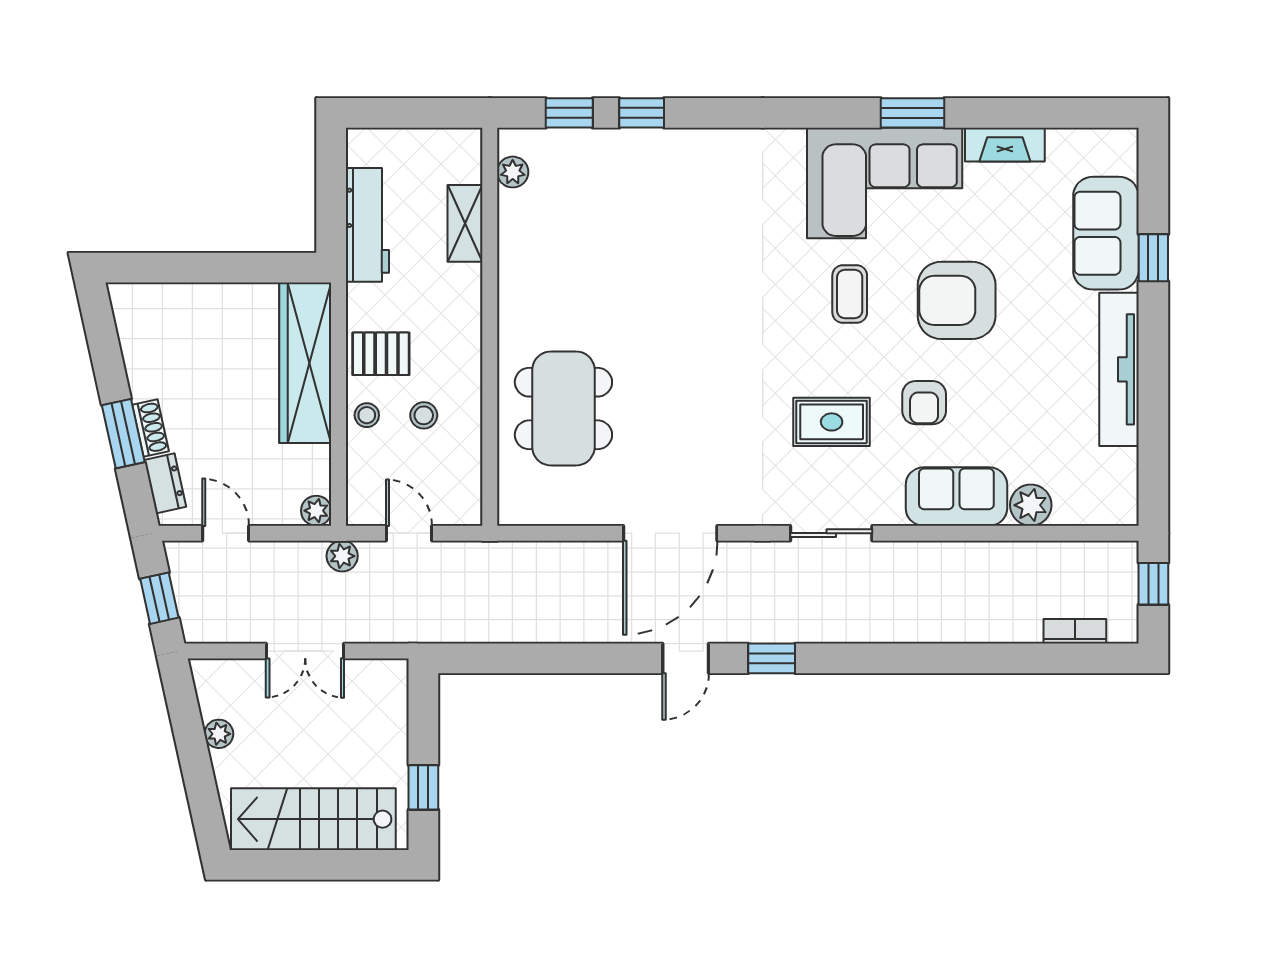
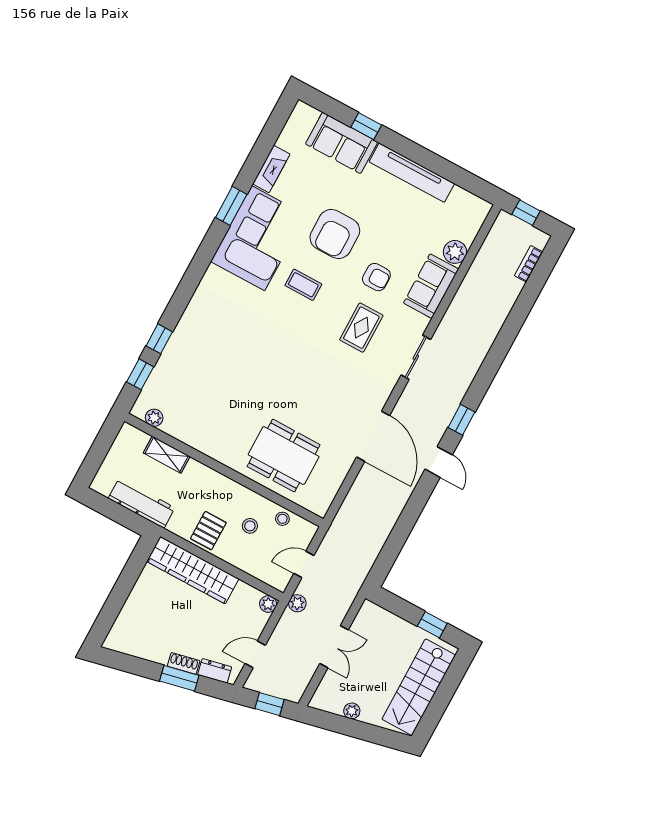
stool: (367, 415) -> (282, 519), moved

